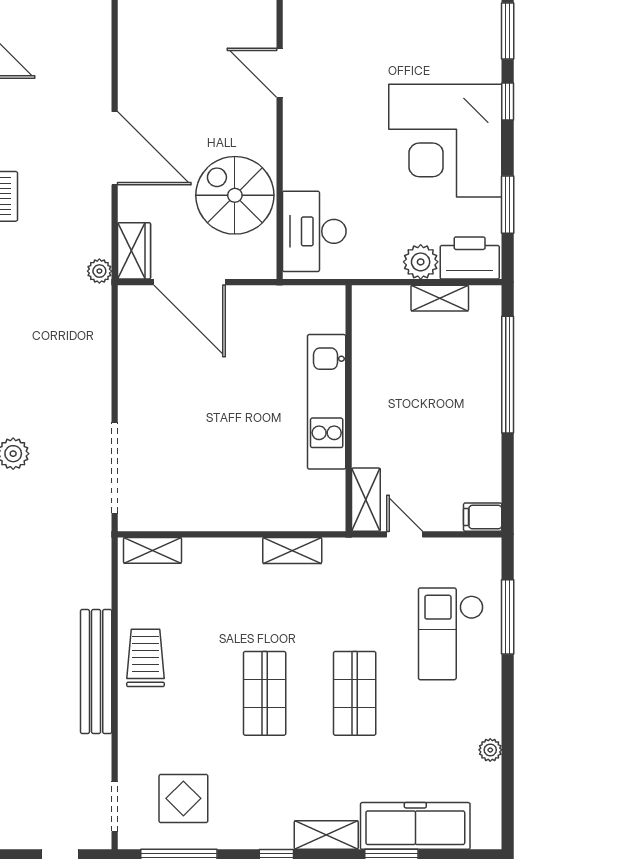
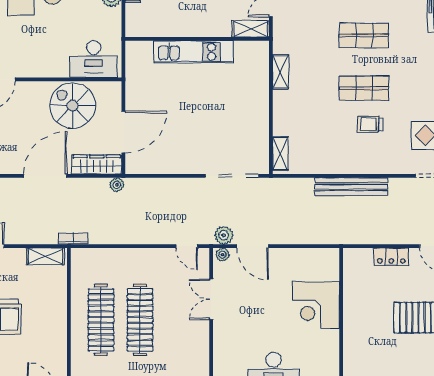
spiral stairs: (235, 195) -> (73, 105), turned 90
wardrobe: (134, 251) -> (97, 165), width x1.50
trolley: (145, 658) -> (370, 124), moved, width x0.73, depth x0.72

